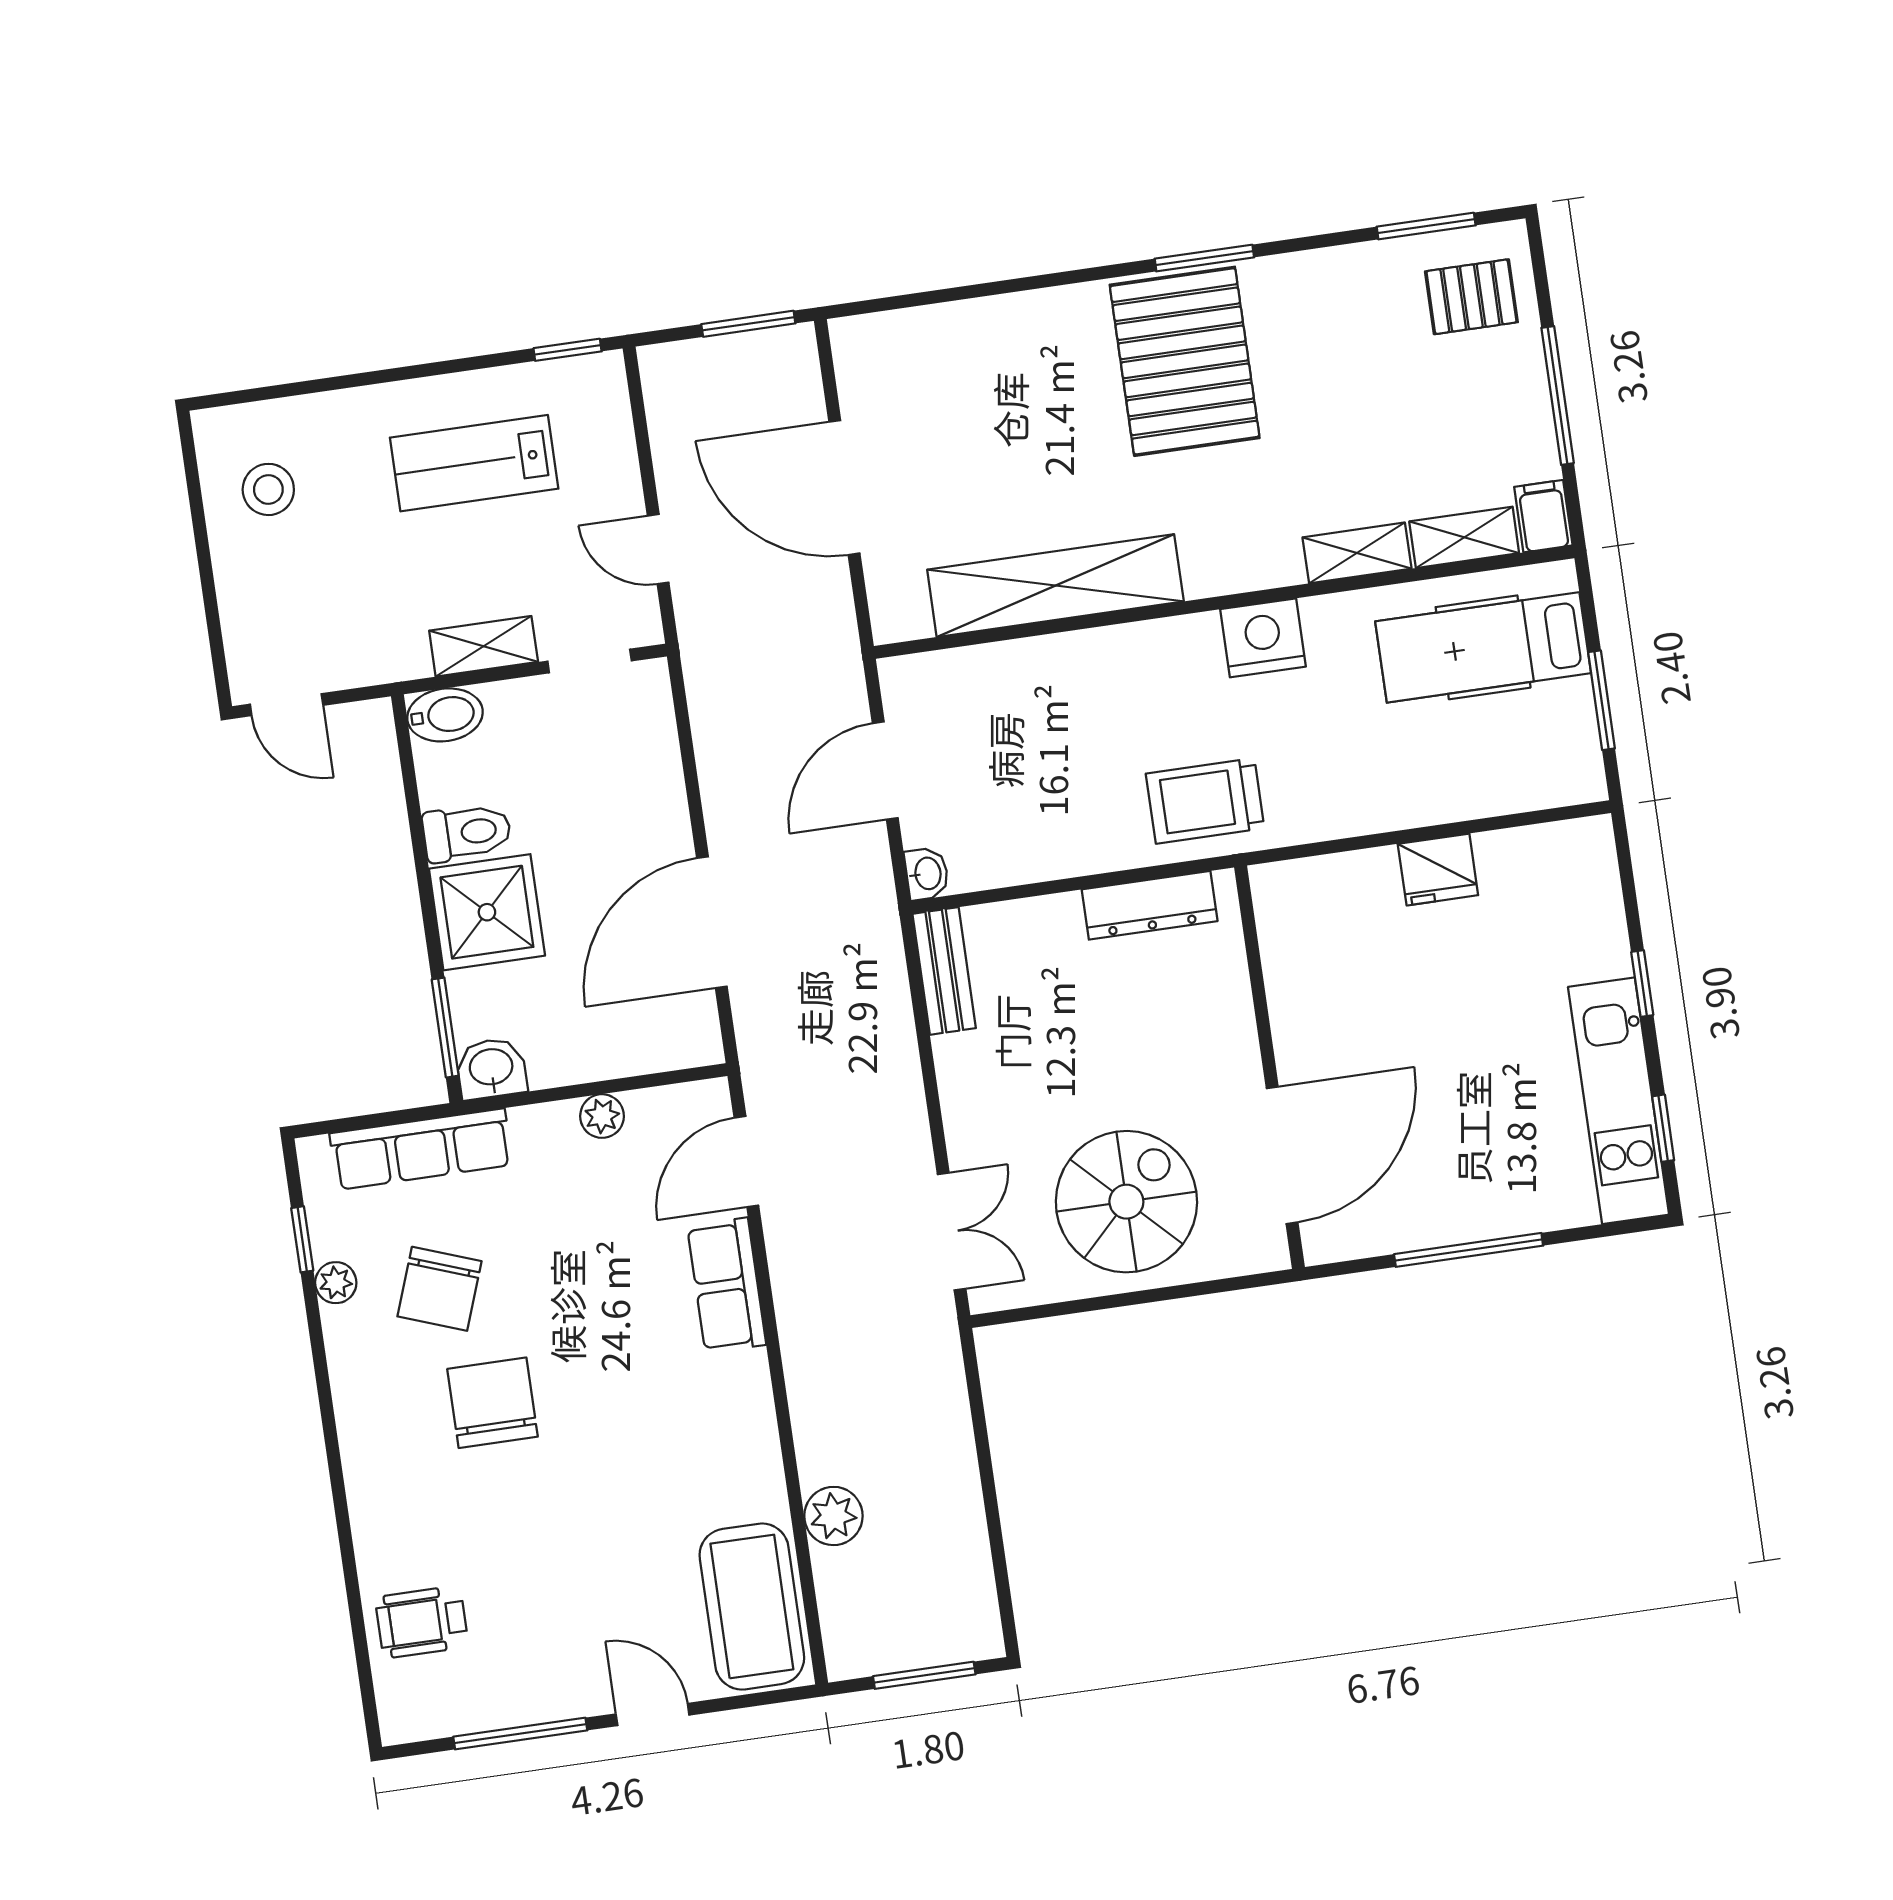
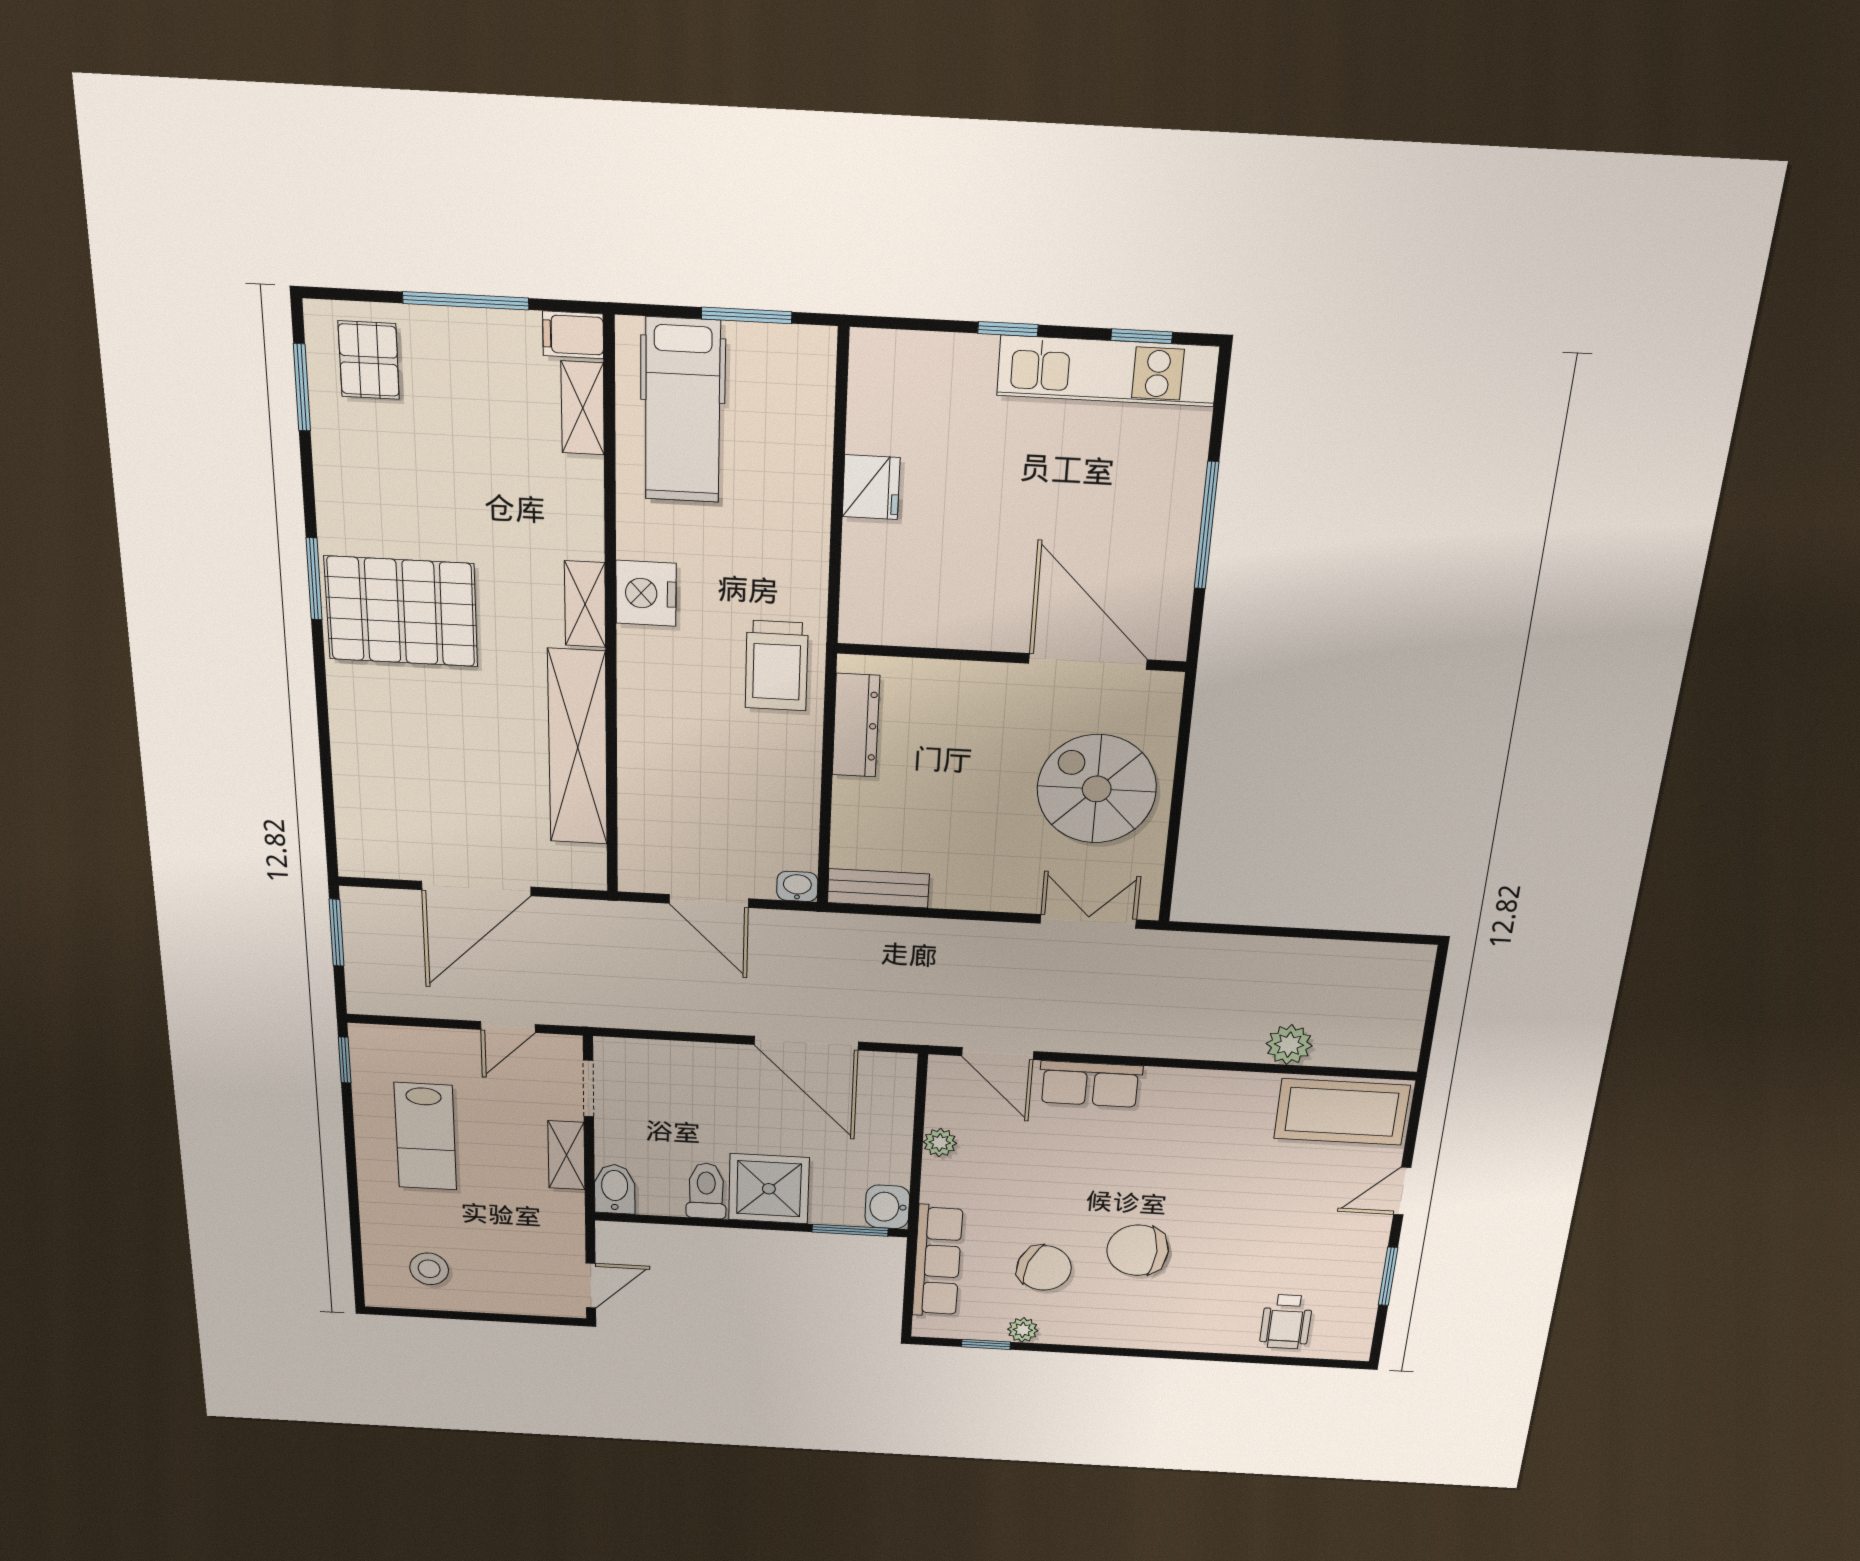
shelving: (1357, 553) -> (585, 604), moved
window: (924, 1675) -> (1433, 1005), removed
window: (520, 1734) -> (1388, 1276), width x0.69

